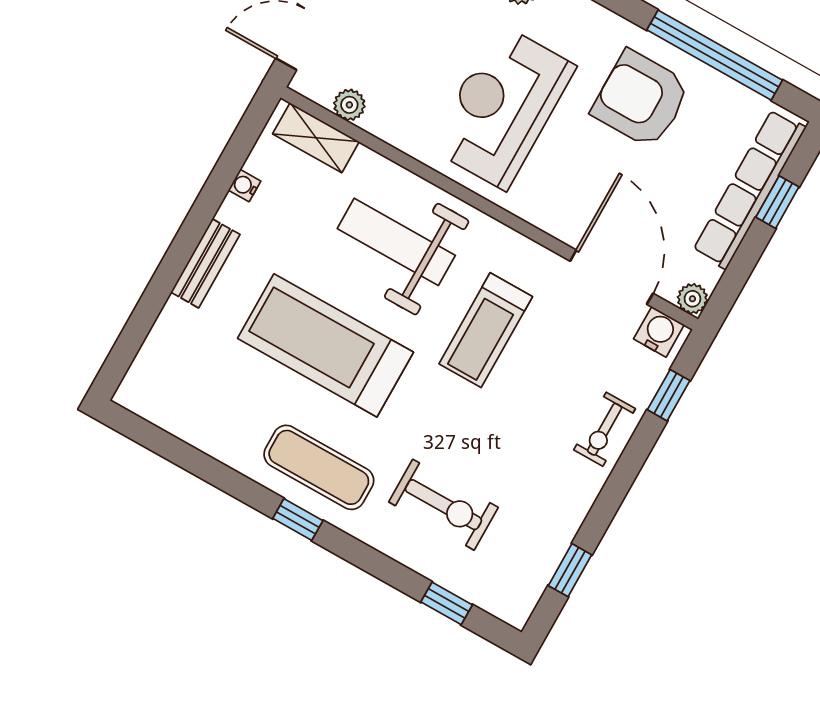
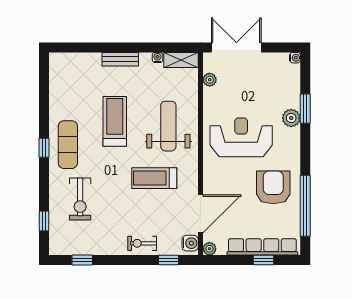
shelving: (316, 138) -> (181, 60), moved, turned 90
treadmill: (325, 345) -> (115, 121), width x0.73, depth x0.73

